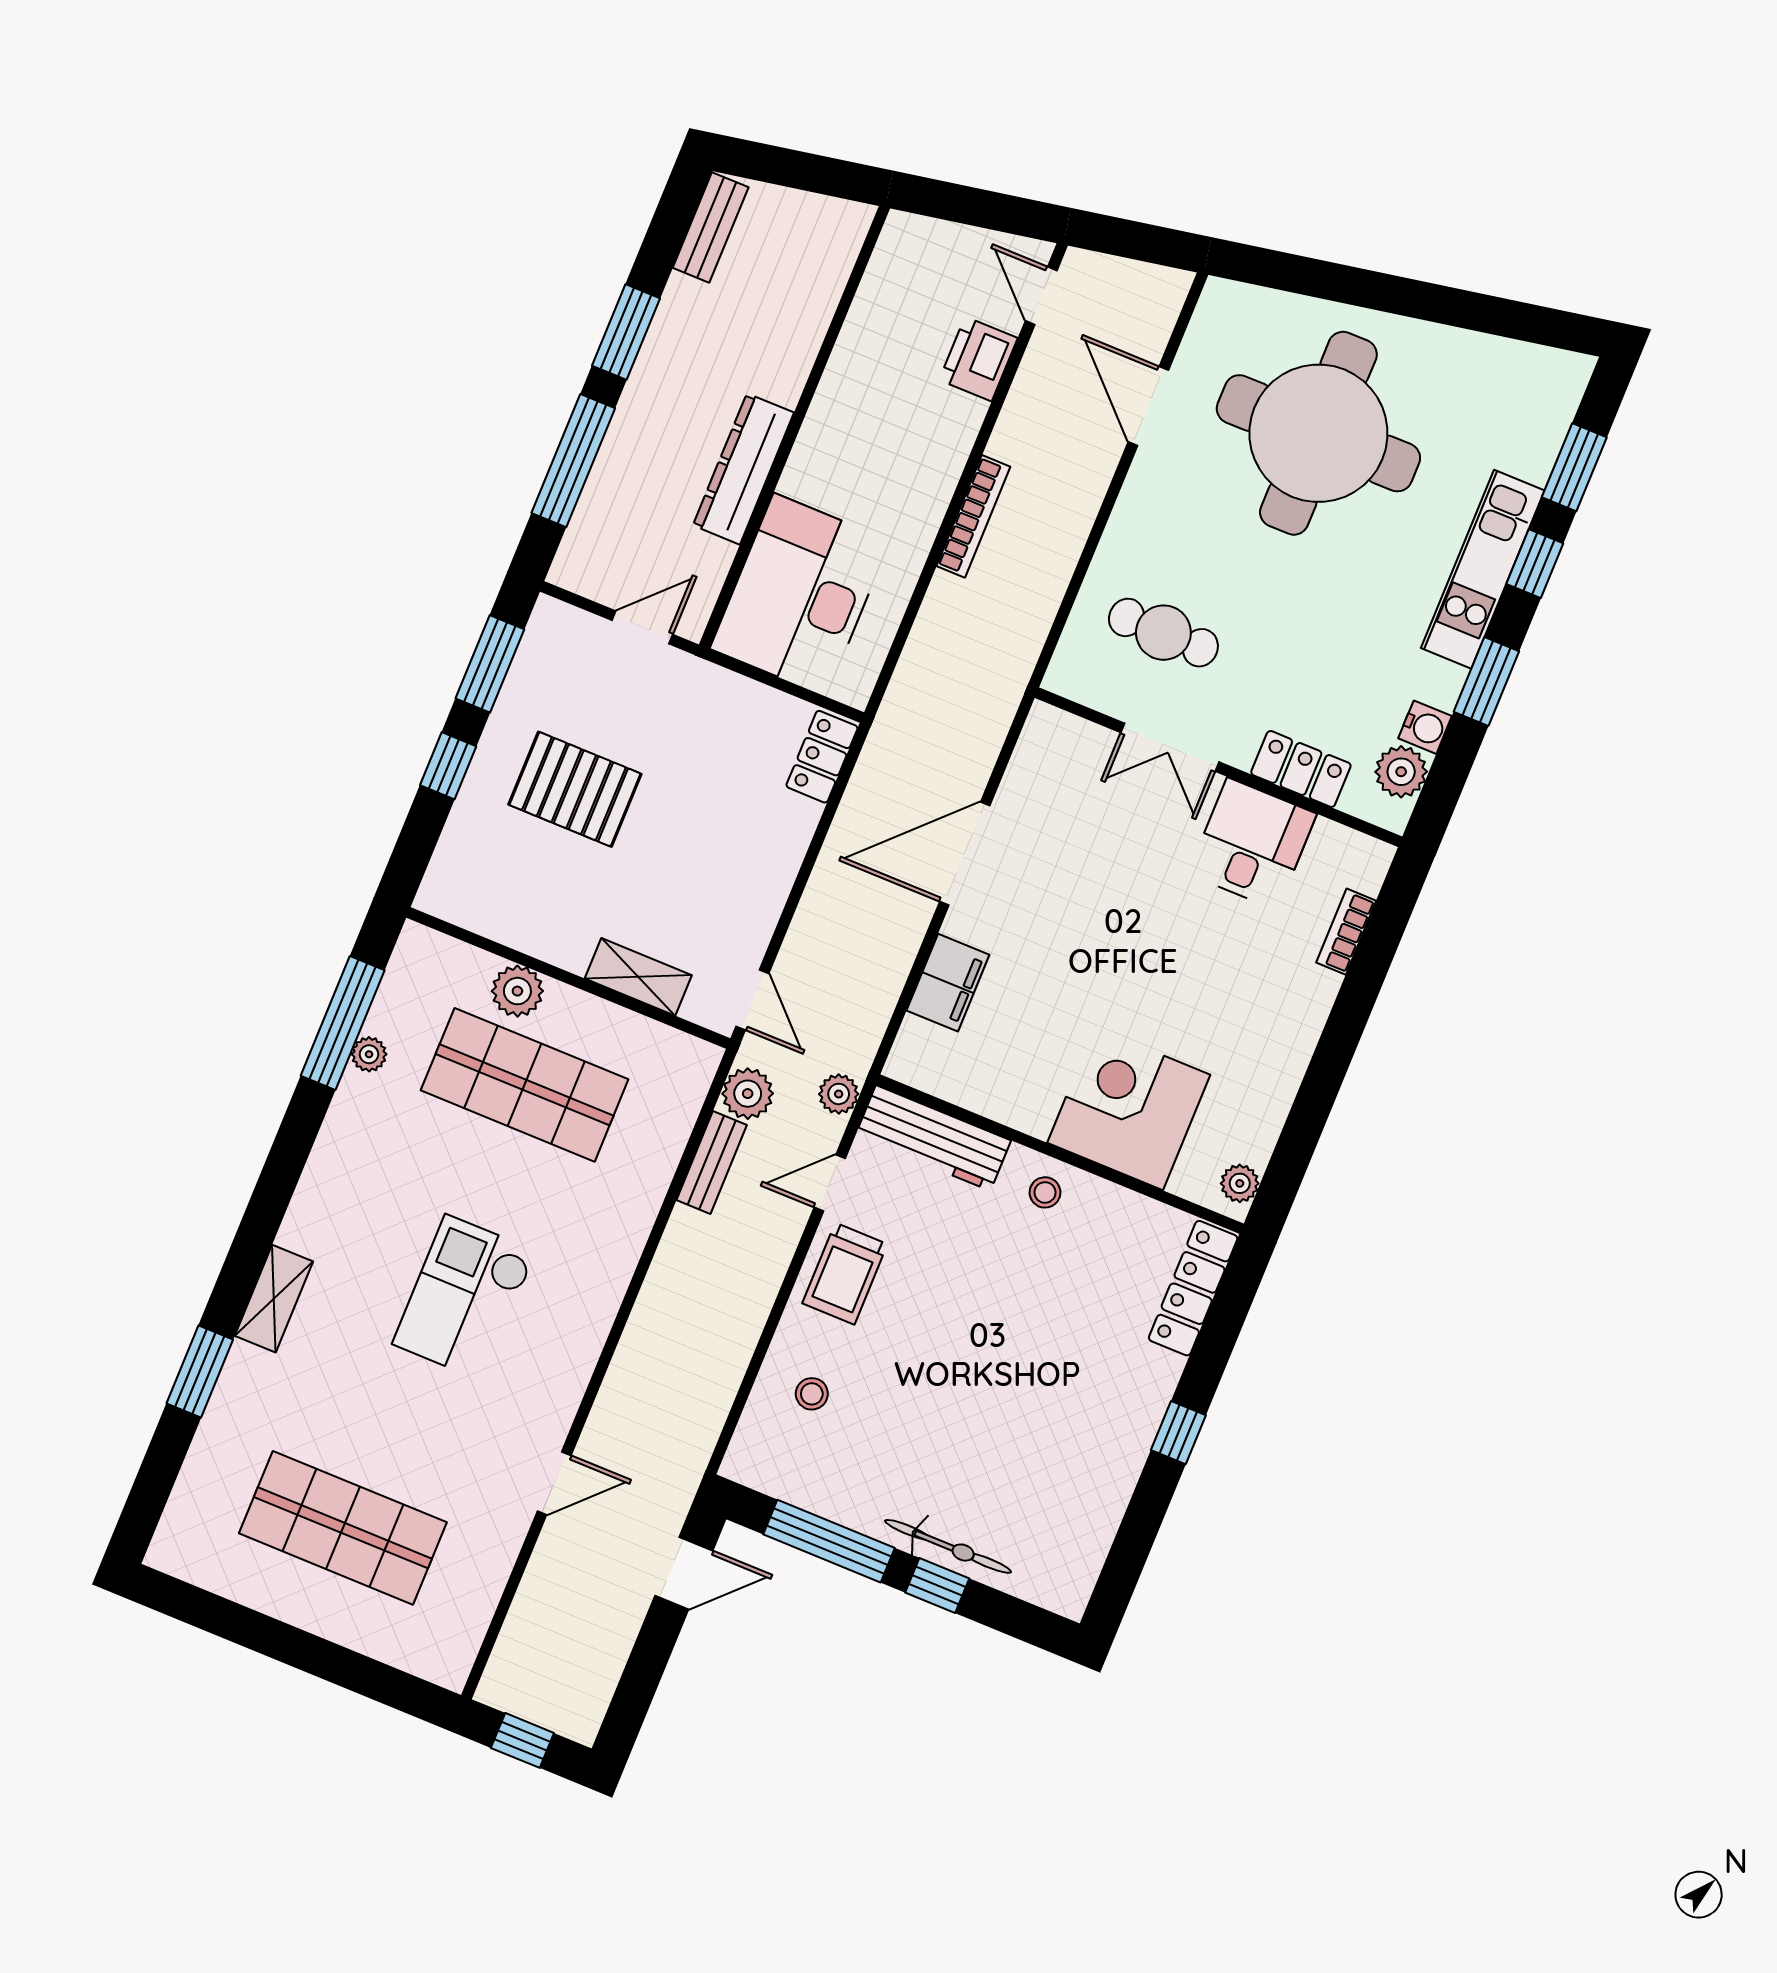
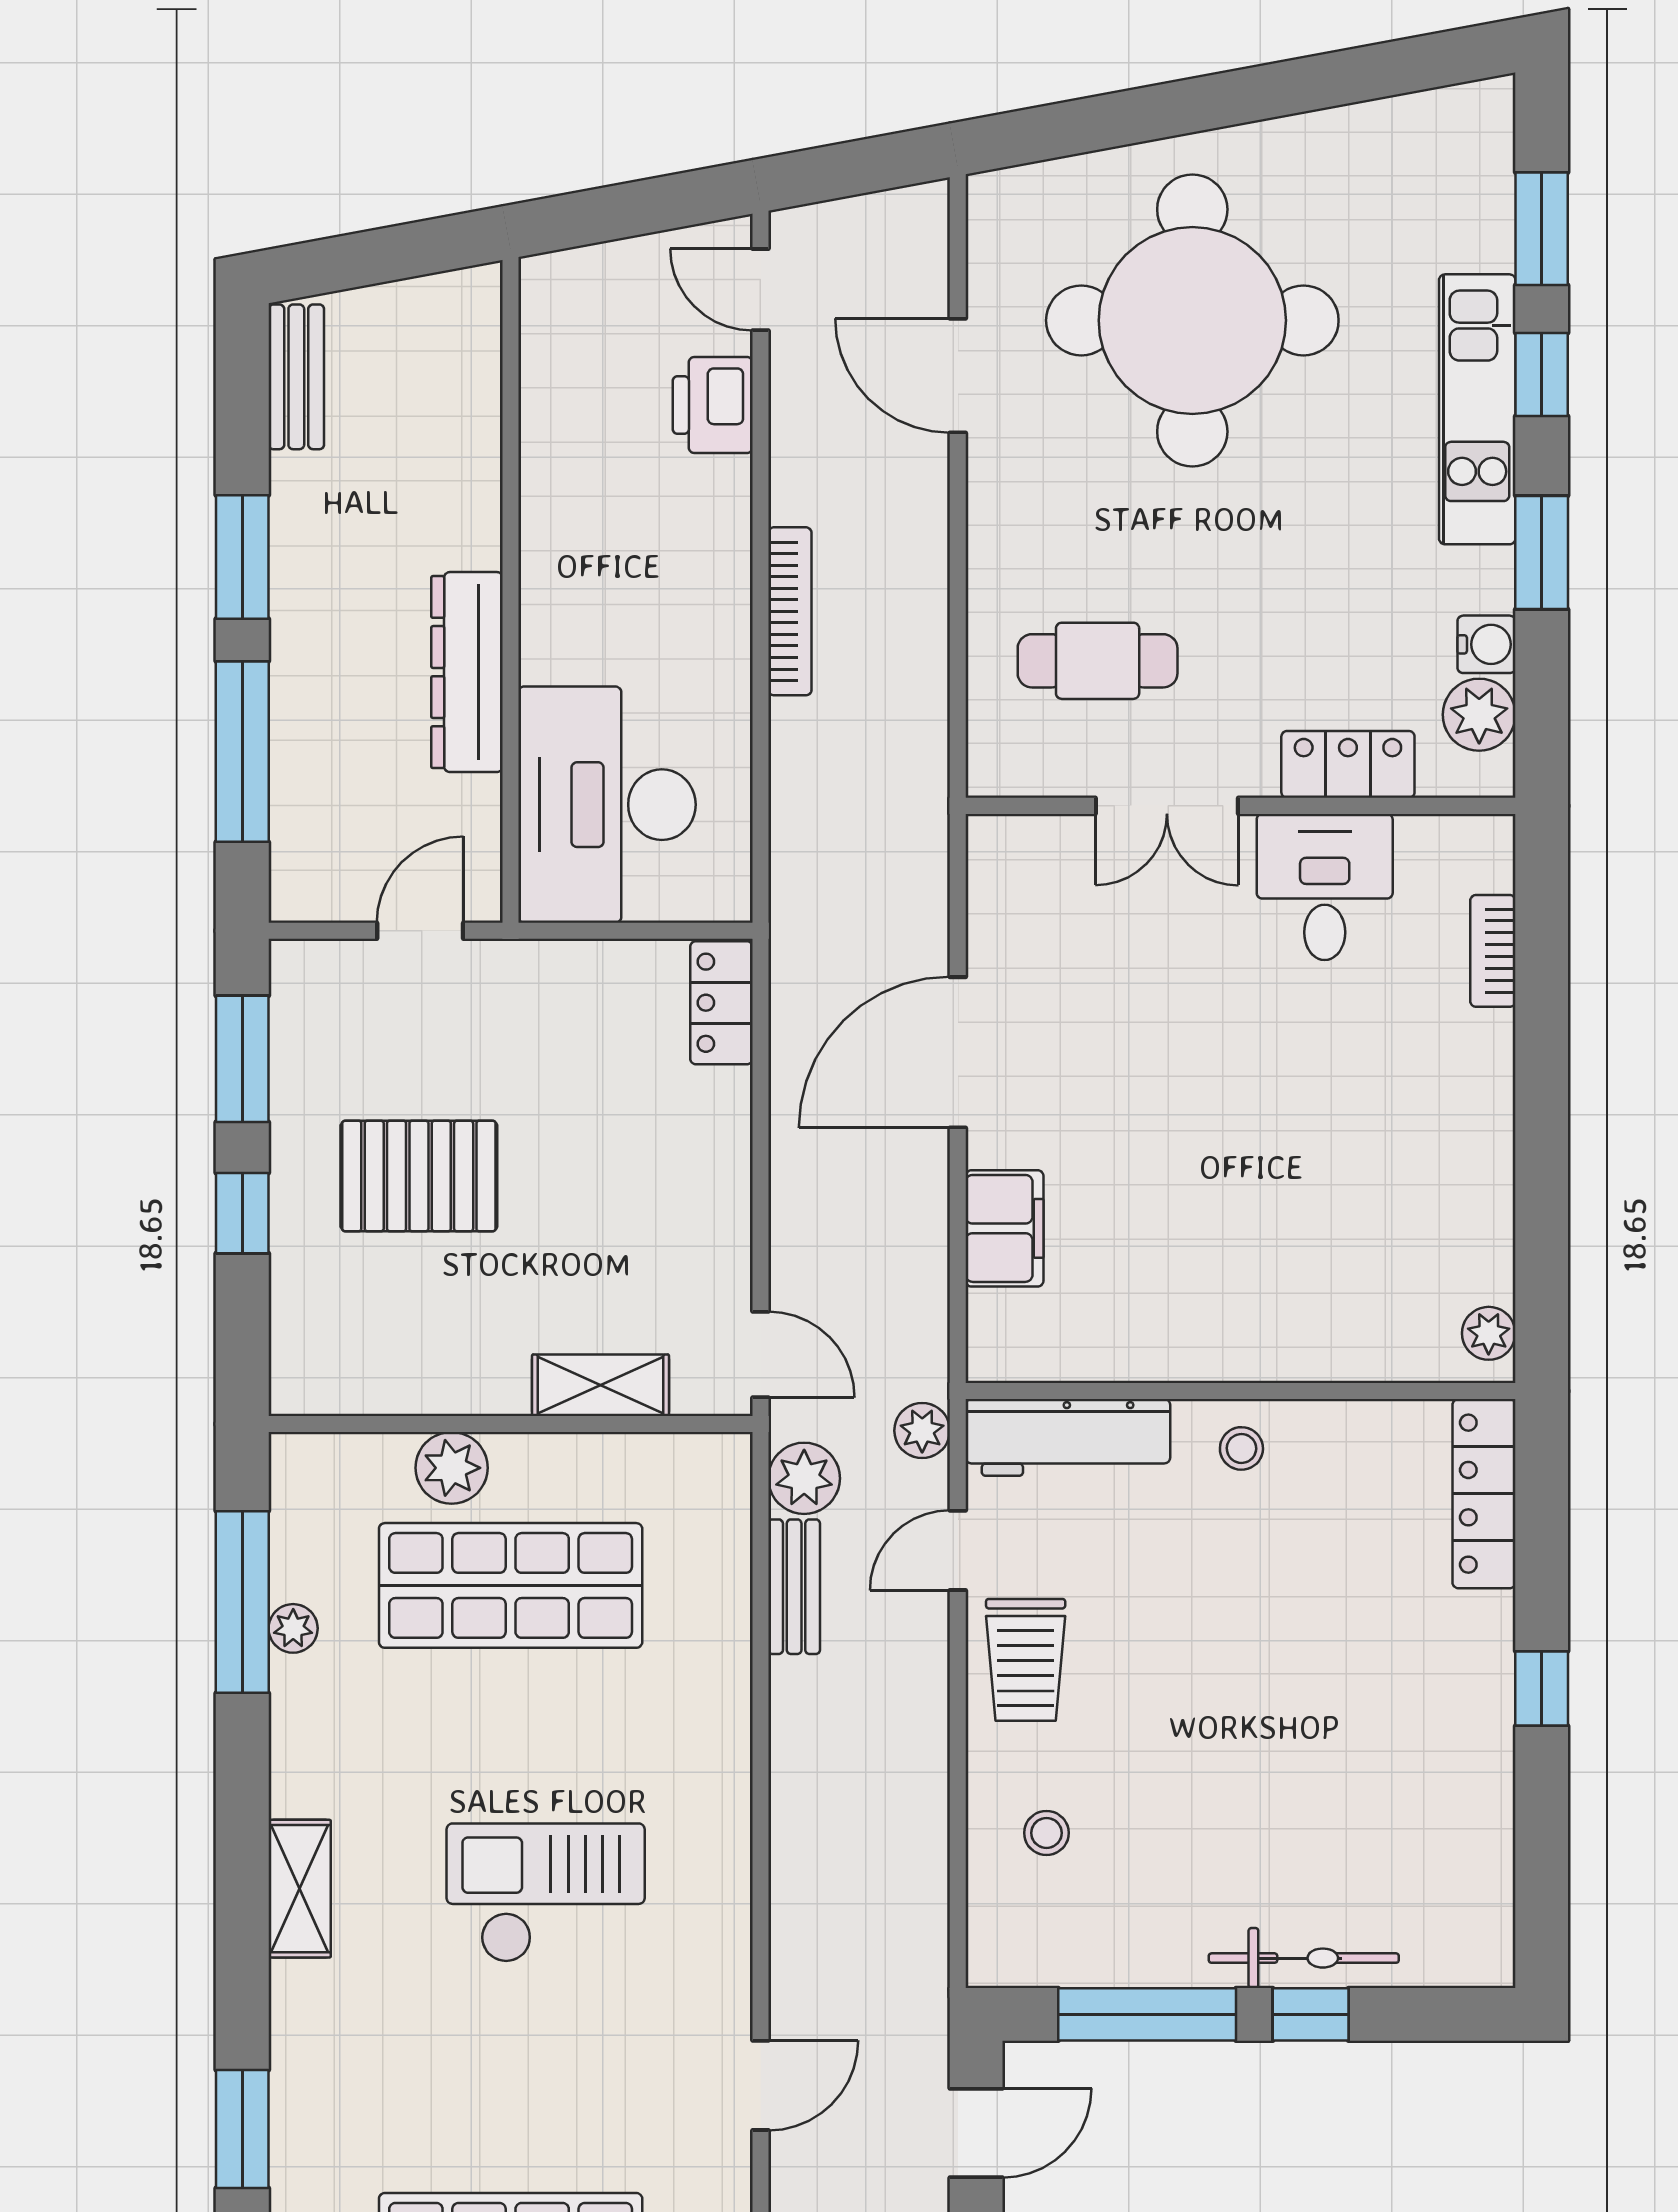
corner desk: (1129, 1109) -> (1305, 1296), removed
checkout: (464, 1298) -> (546, 1893), turned 90
shelving: (274, 1299) -> (300, 1889), moved

